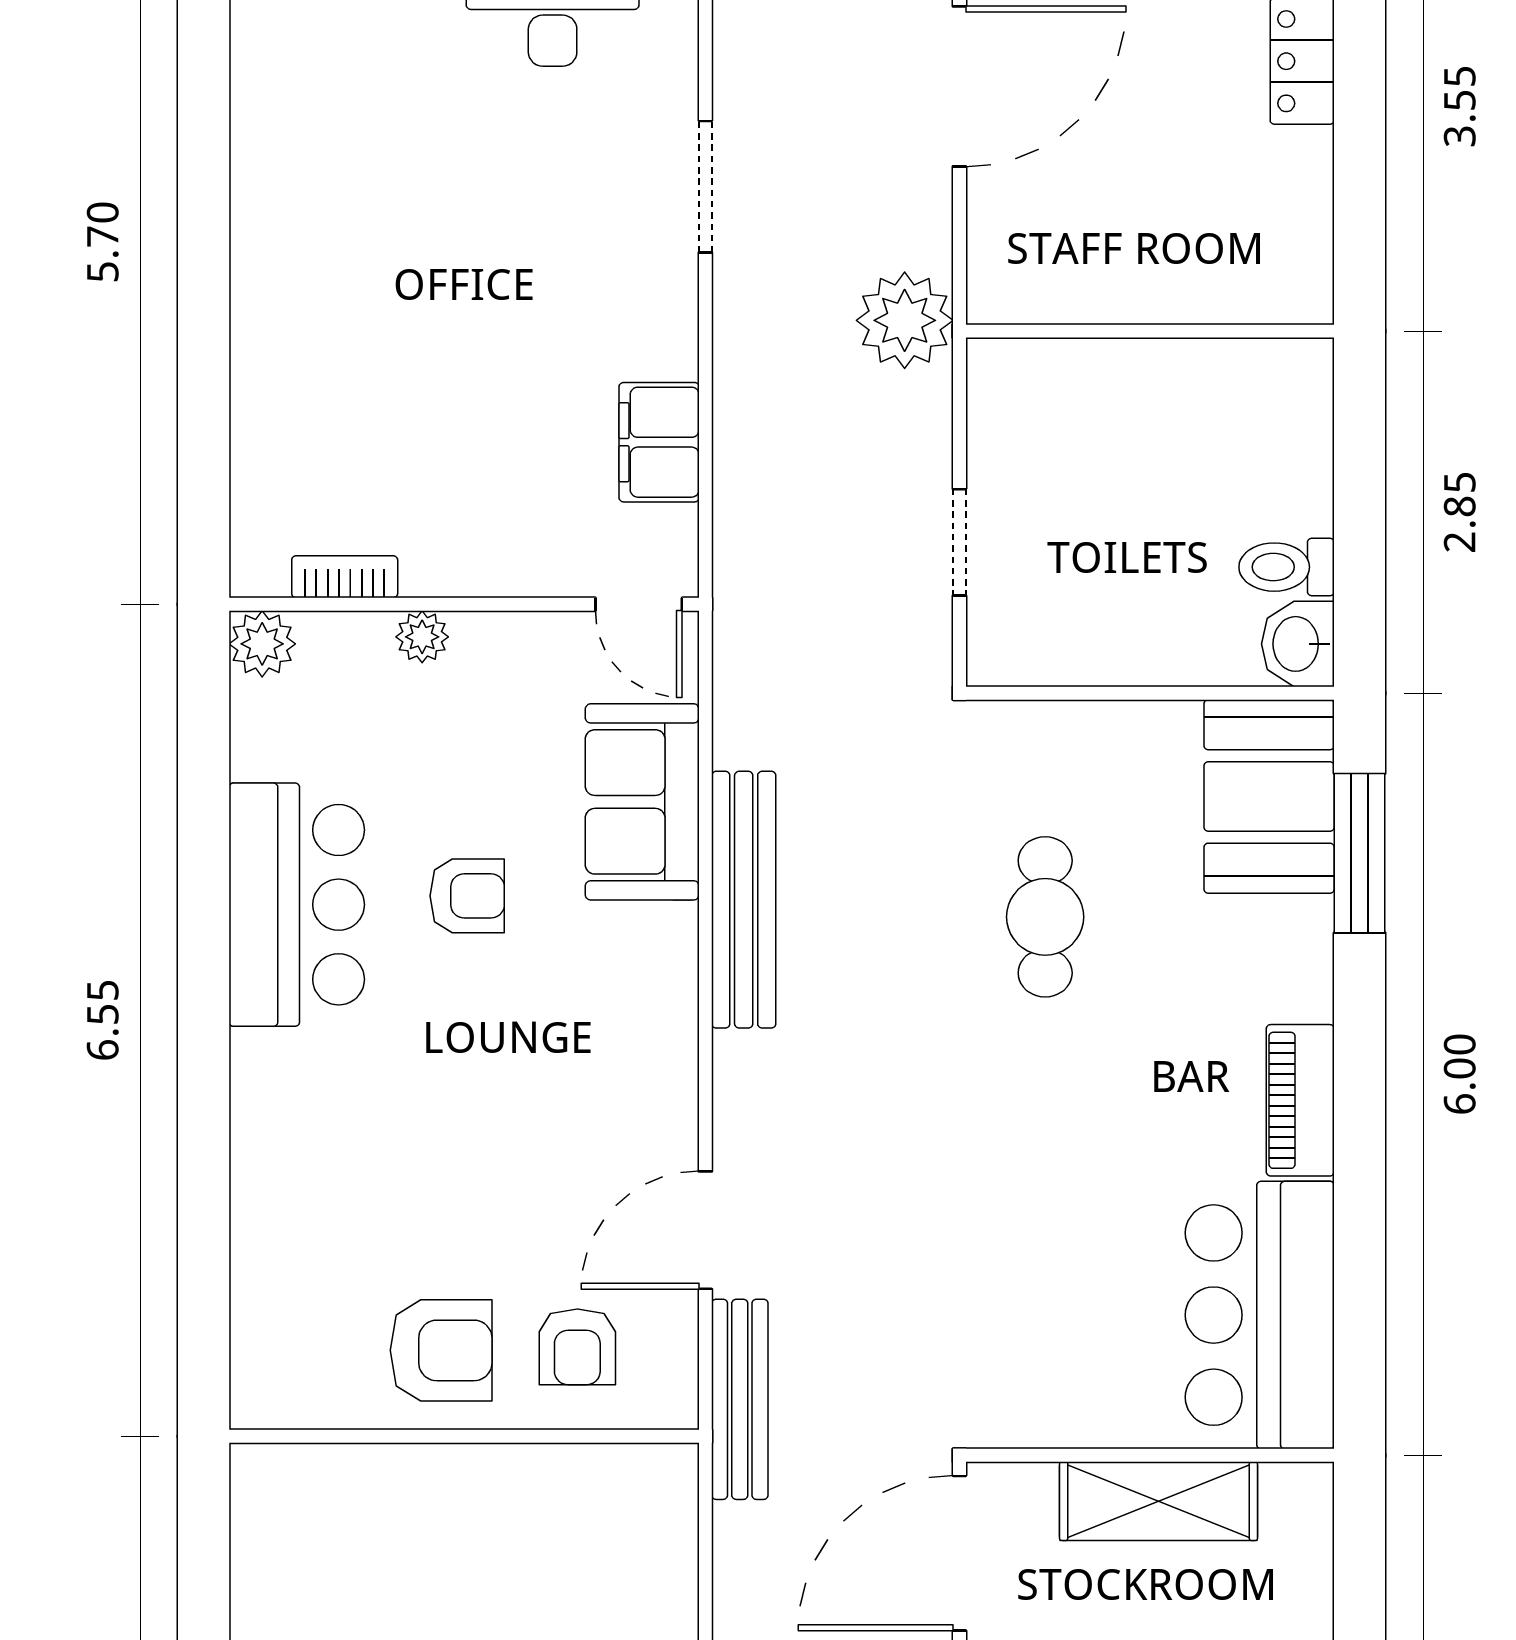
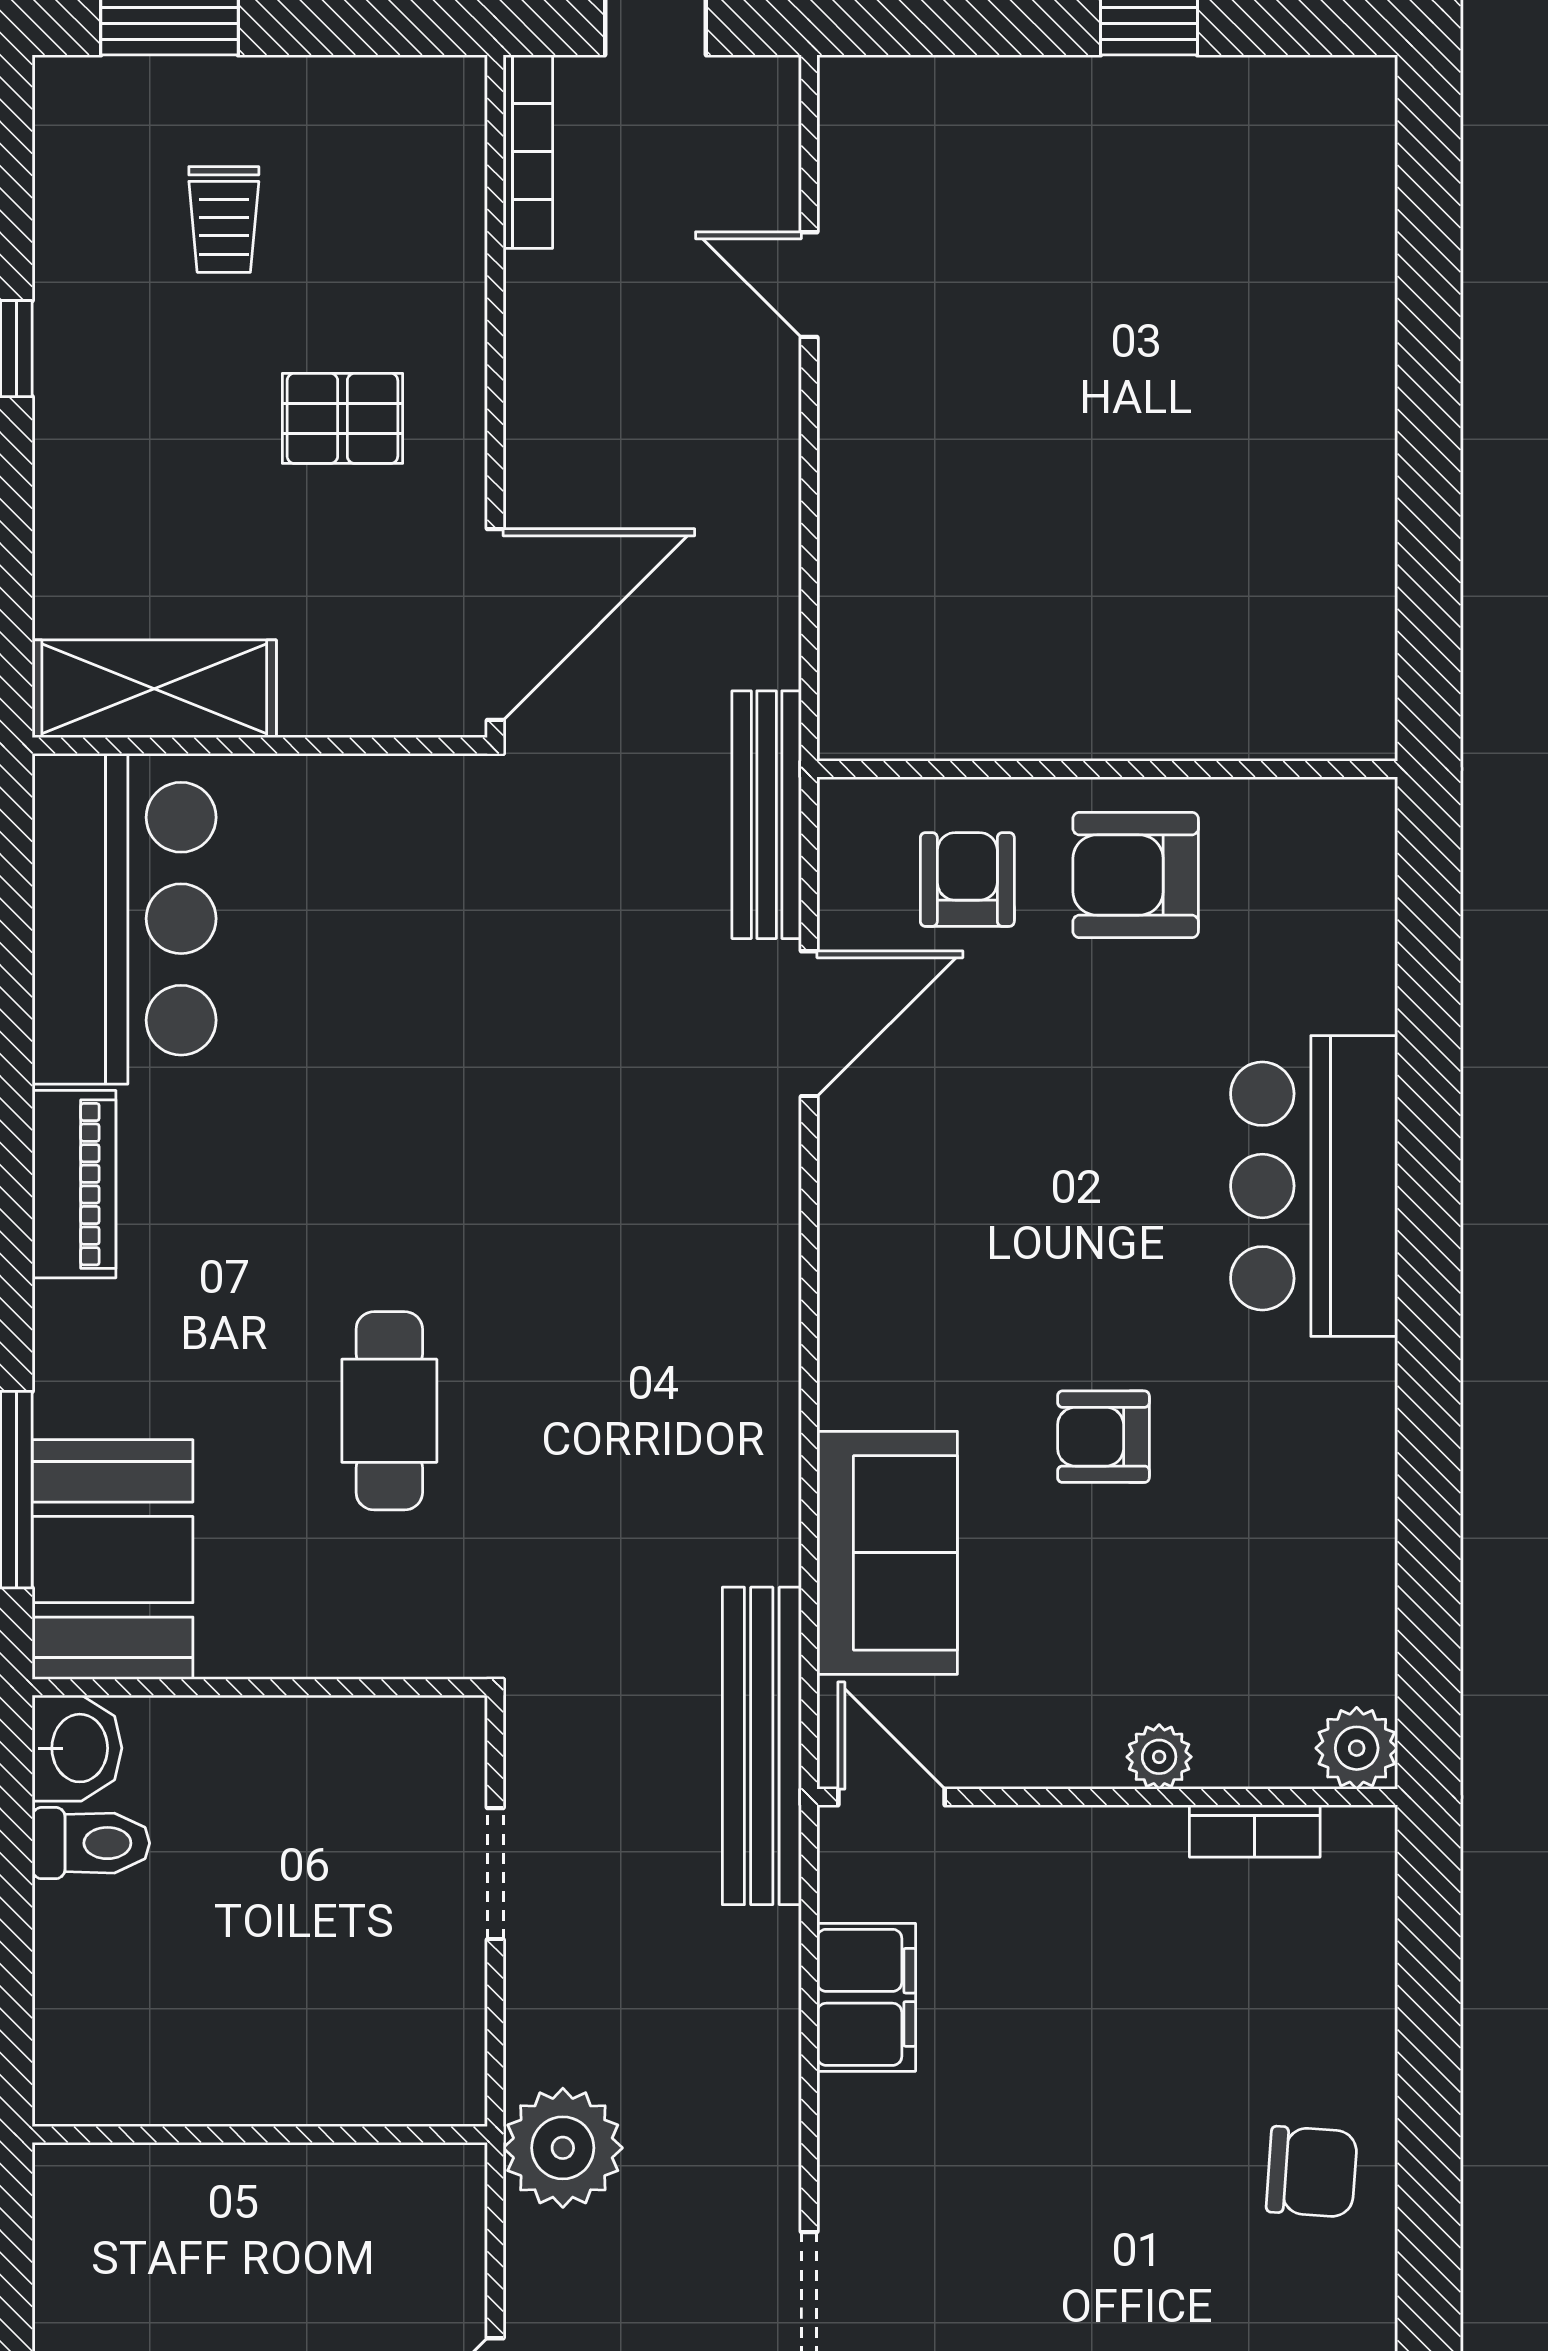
chair: (299, 301) -> (1312, 2172), added
bench: (744, 900) -> (762, 1746), moved
bar counter: (297, 905) -> (1314, 1186), moved
shelving: (1159, 1501) -> (154, 689), moved

